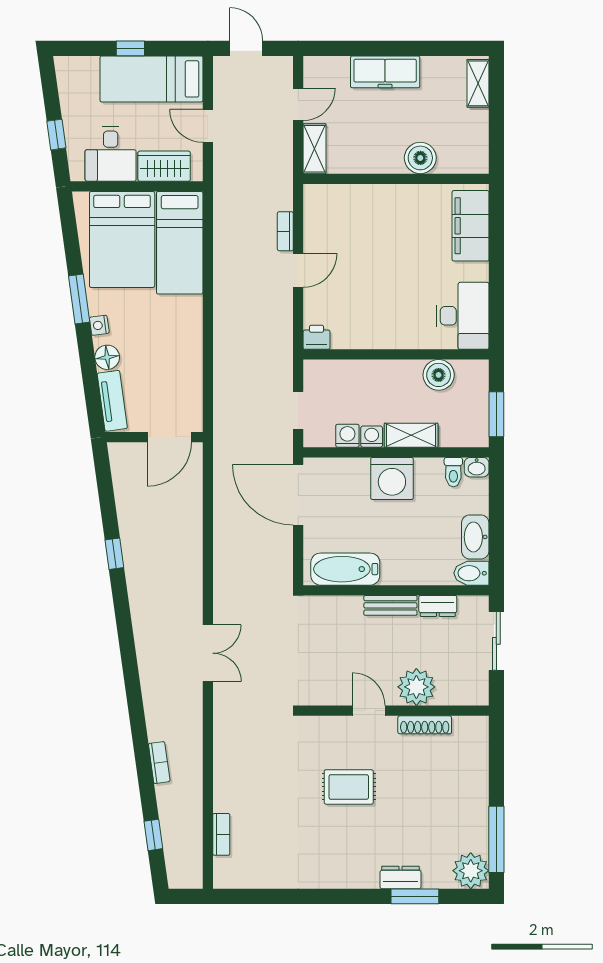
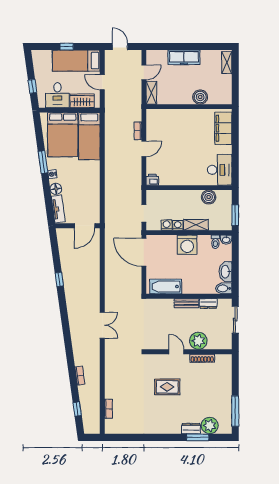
plant: (471, 871) -> (210, 426), moved

